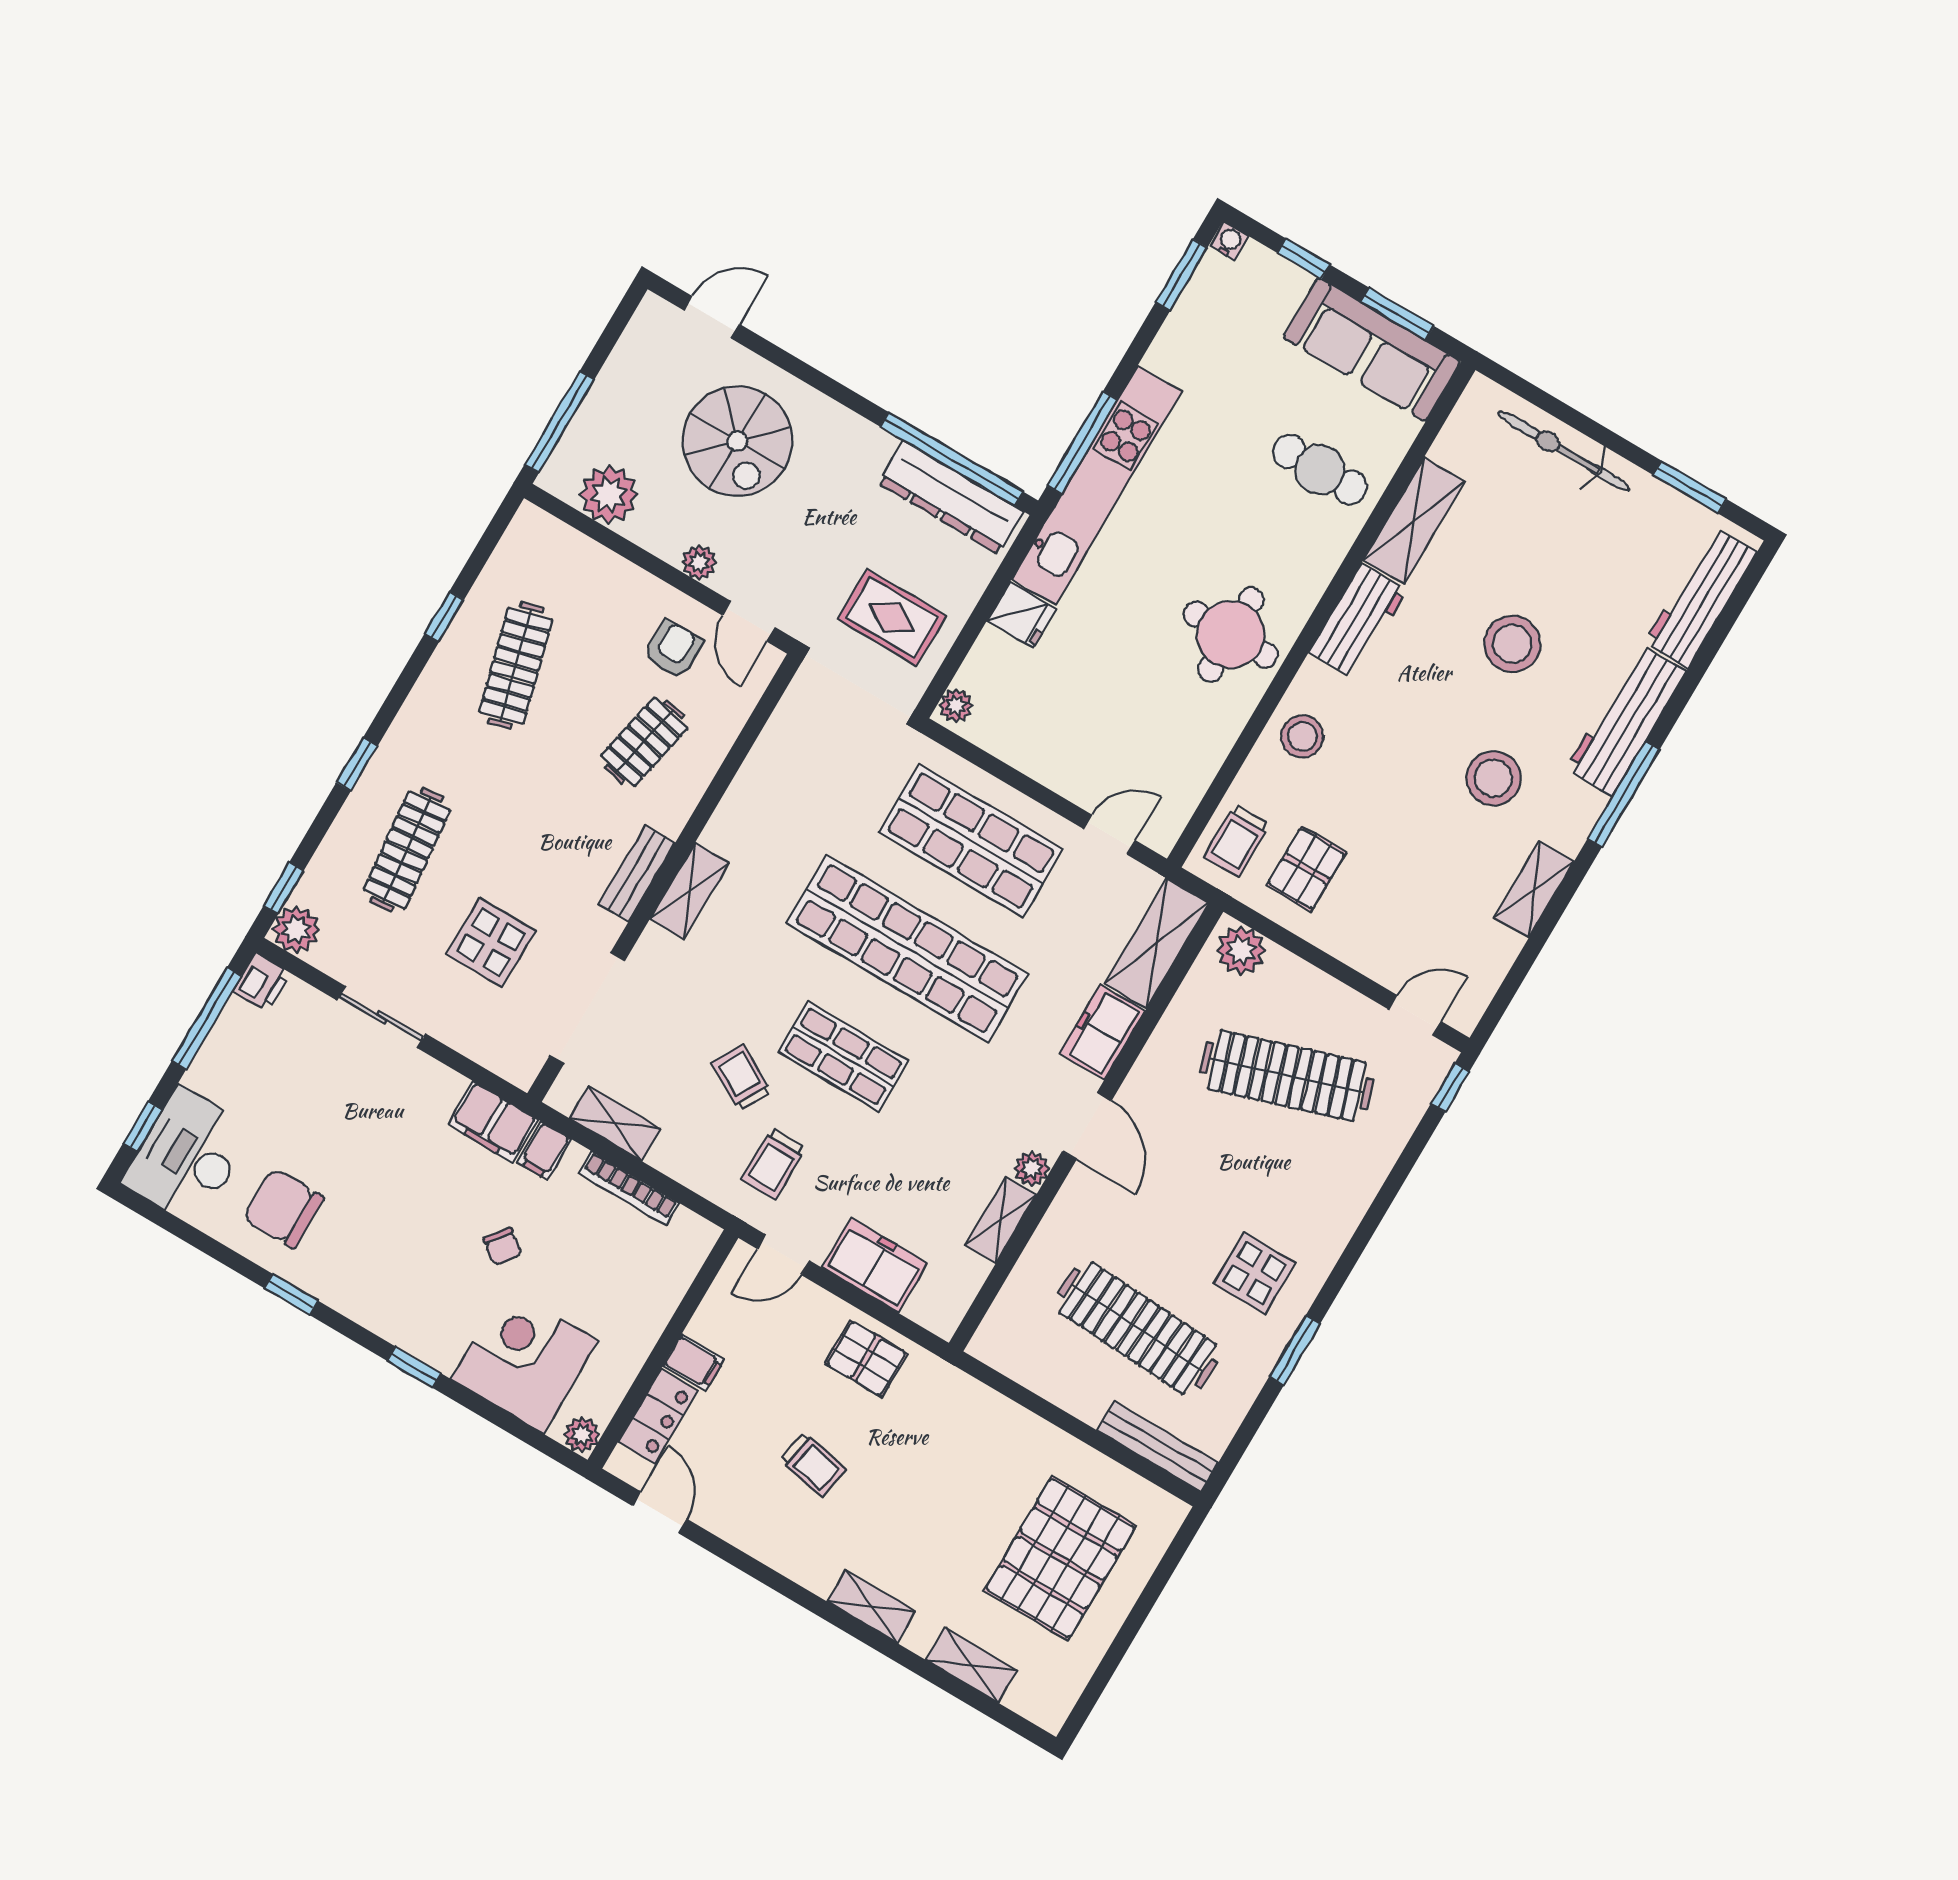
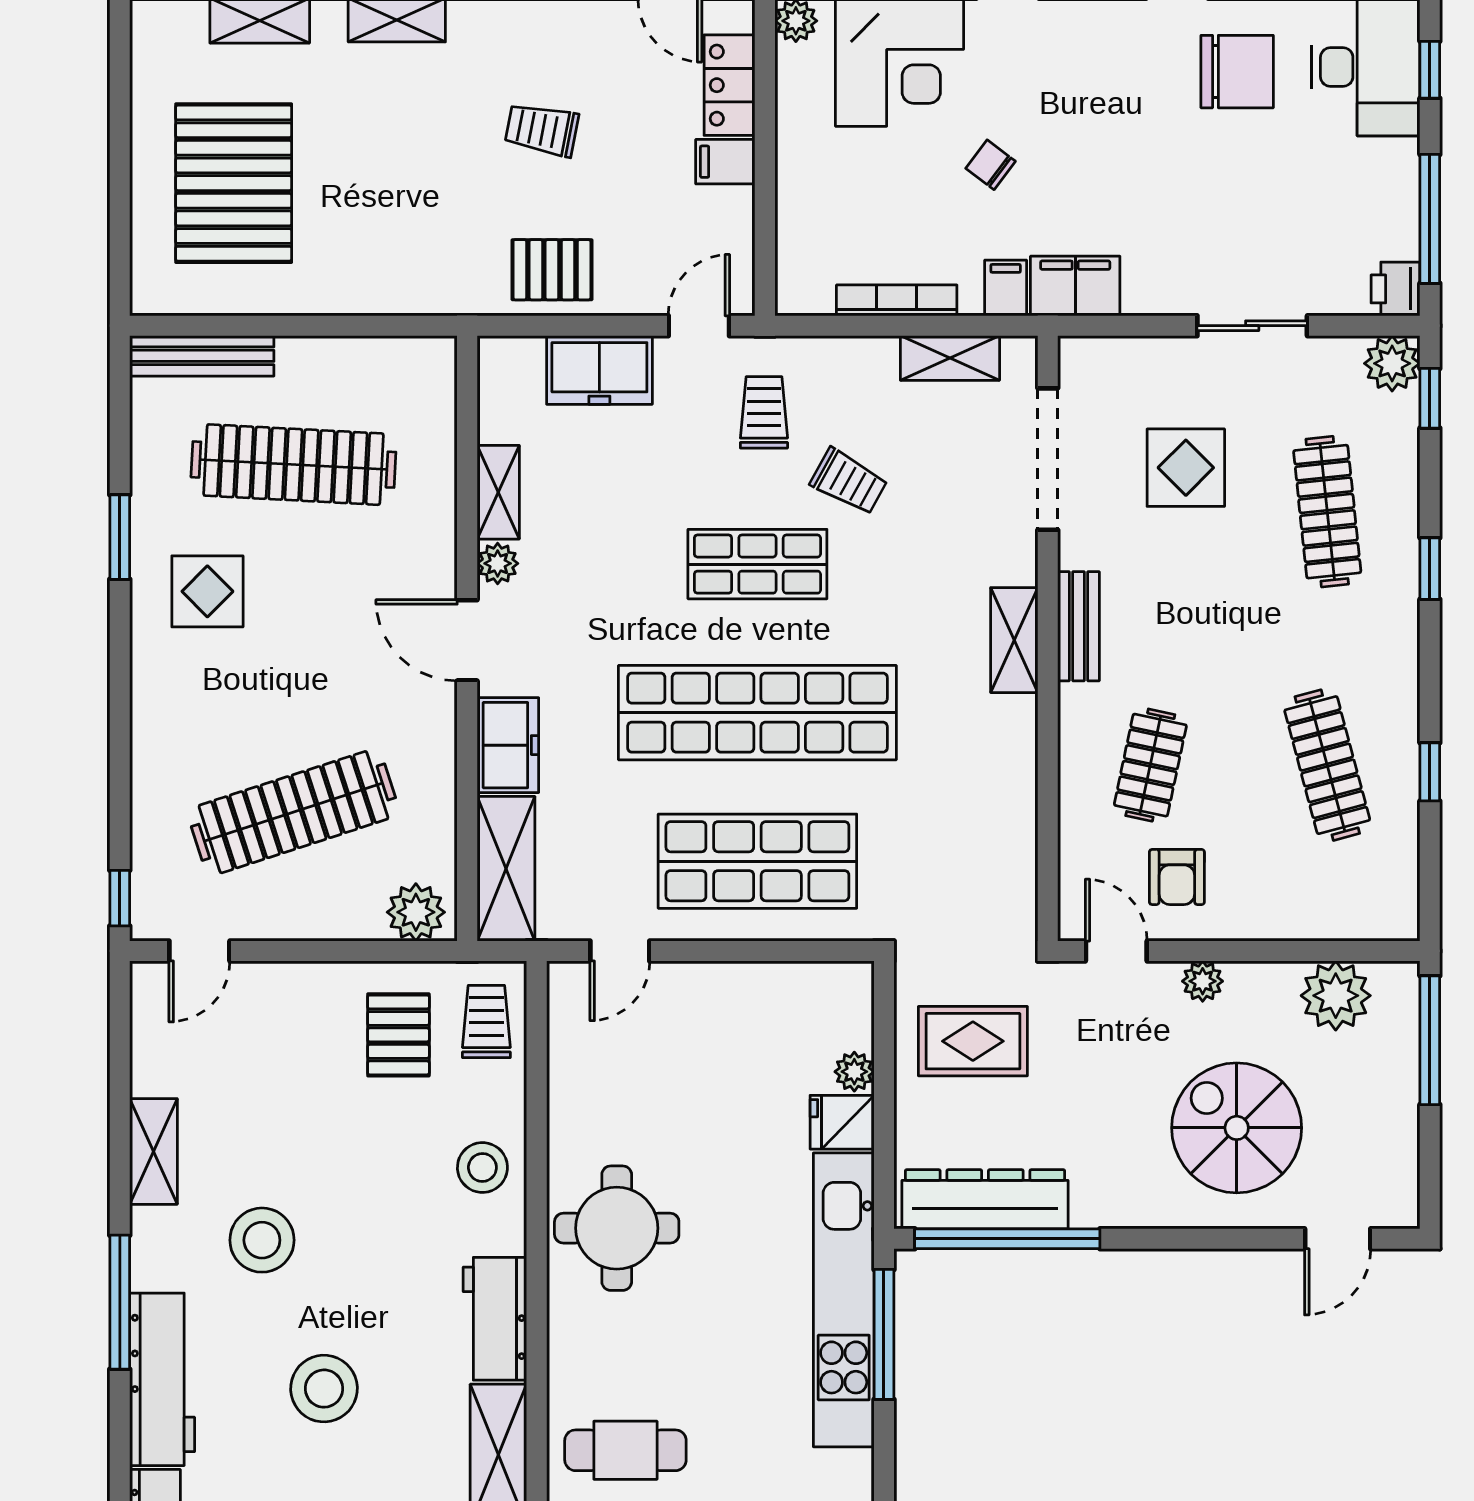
plant: (956, 705) -> (854, 1072), moved

